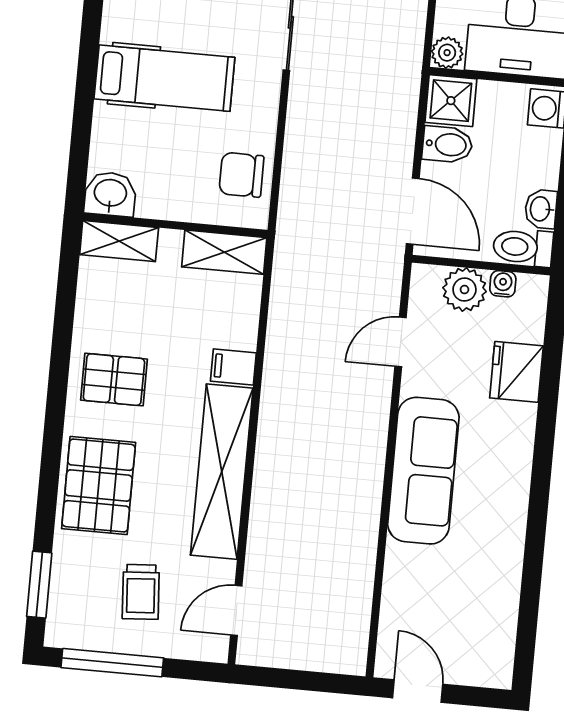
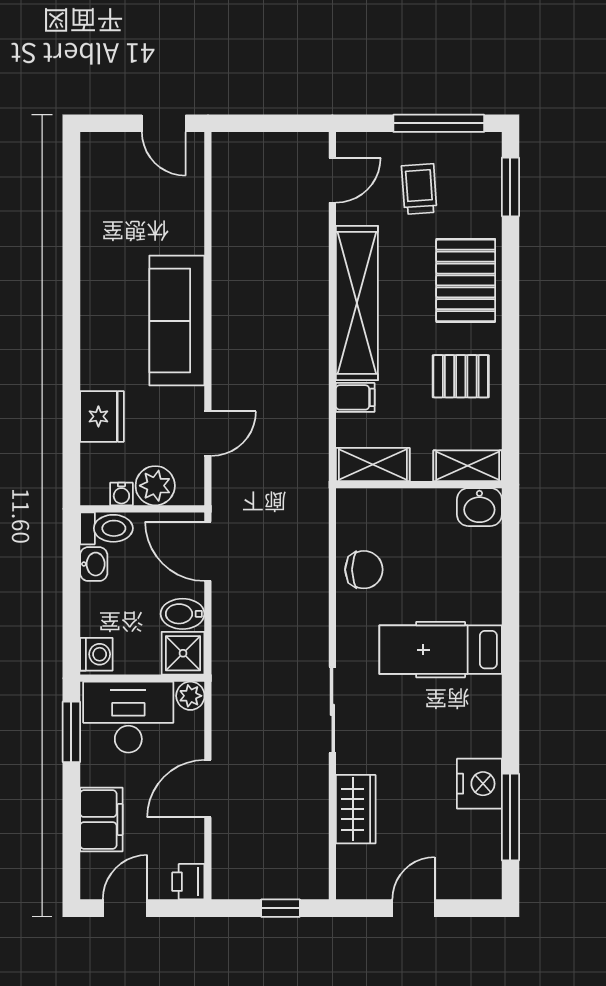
washbasin: (110, 194) -> (479, 507), moved
wall: (175, 225) -> (419, 485), moved
shelving: (119, 241) -> (468, 466), moved
shelving: (224, 252) -> (373, 465), moved

